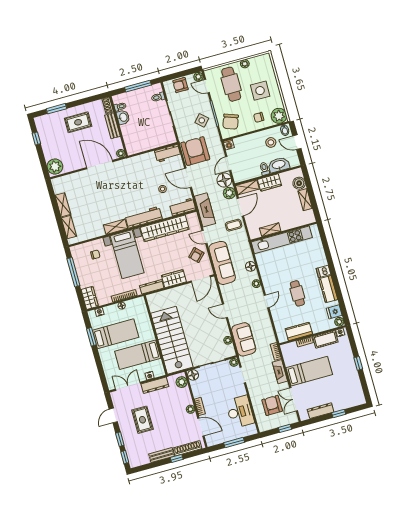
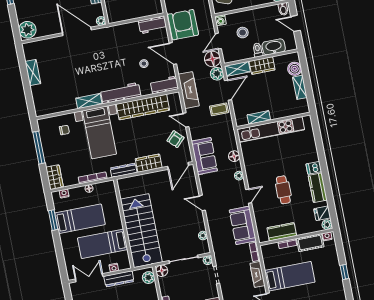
stool: (271, 142) -> (243, 33), moved
shelving: (69, 227) -> (38, 98), removed
sofa: (222, 263) -> (204, 156), width x0.73
sofa: (244, 339) -> (243, 225), moved, turned 180

